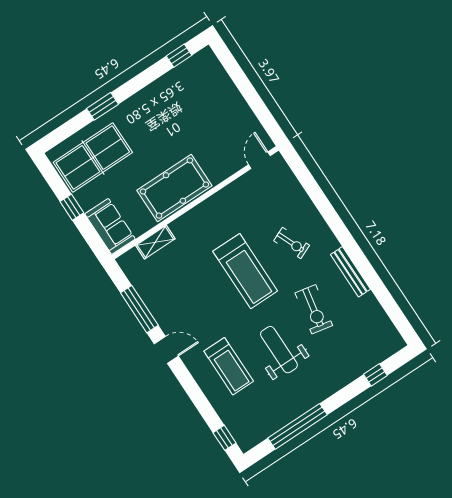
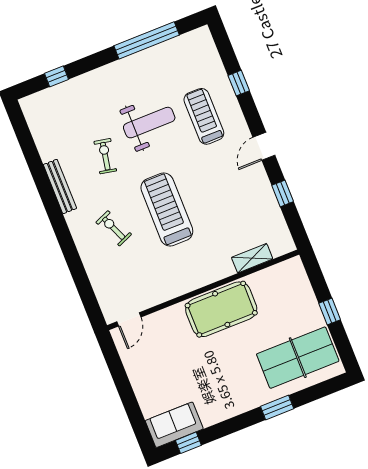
sofa: (110, 226) -> (174, 425), moved, turned 90
window: (139, 309) -> (283, 193), width x0.46
exercise bike: (314, 309) -> (105, 156), width x0.73, depth x0.72
door: (166, 350) -> (264, 146), hinge flipped
weight bench: (279, 350) -> (149, 123), turned -90
window: (225, 438) -> (239, 83), moved

